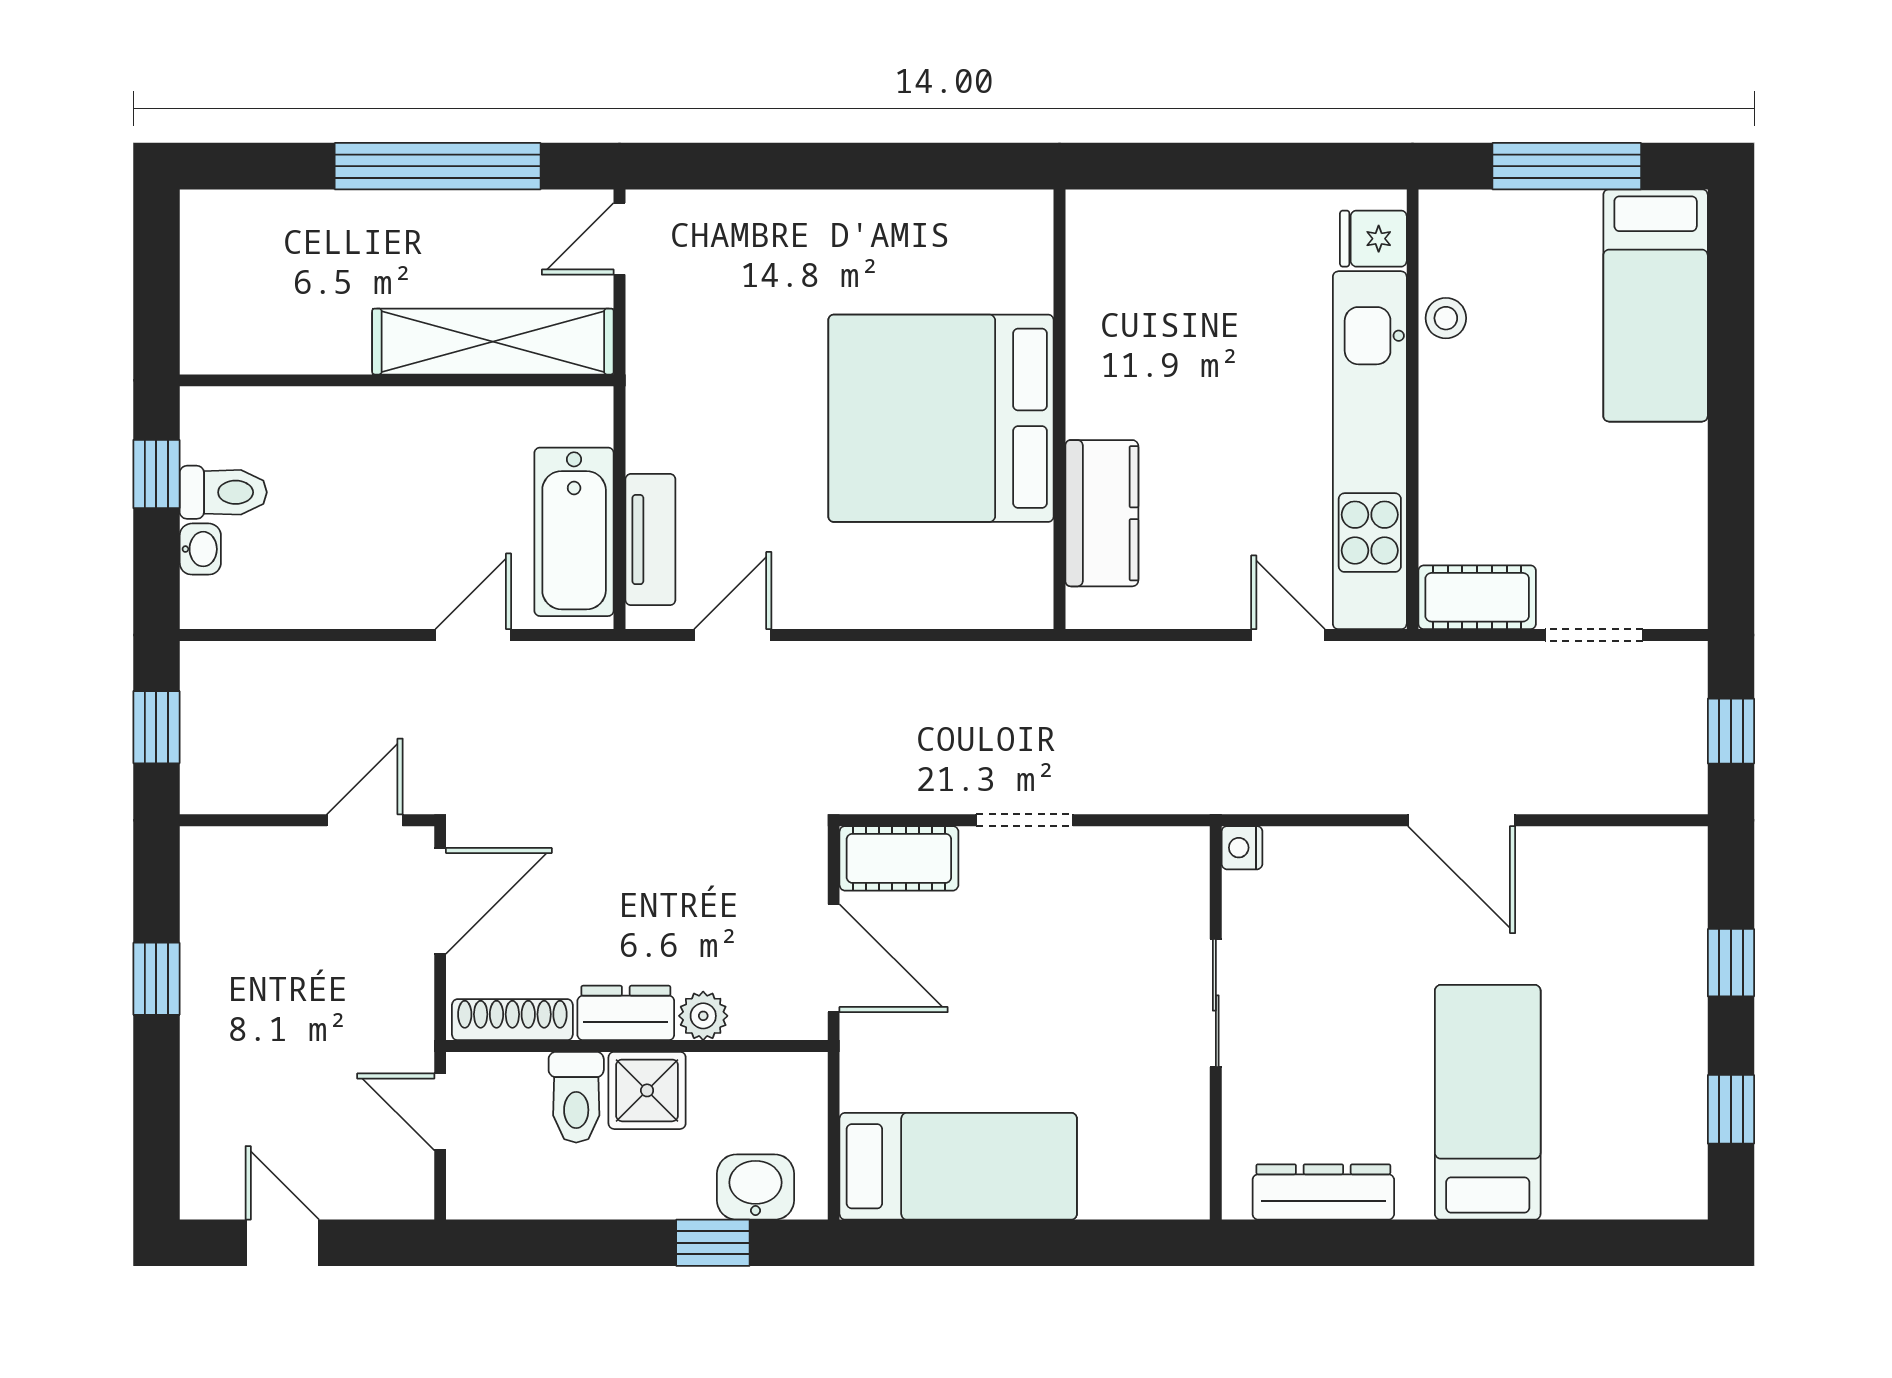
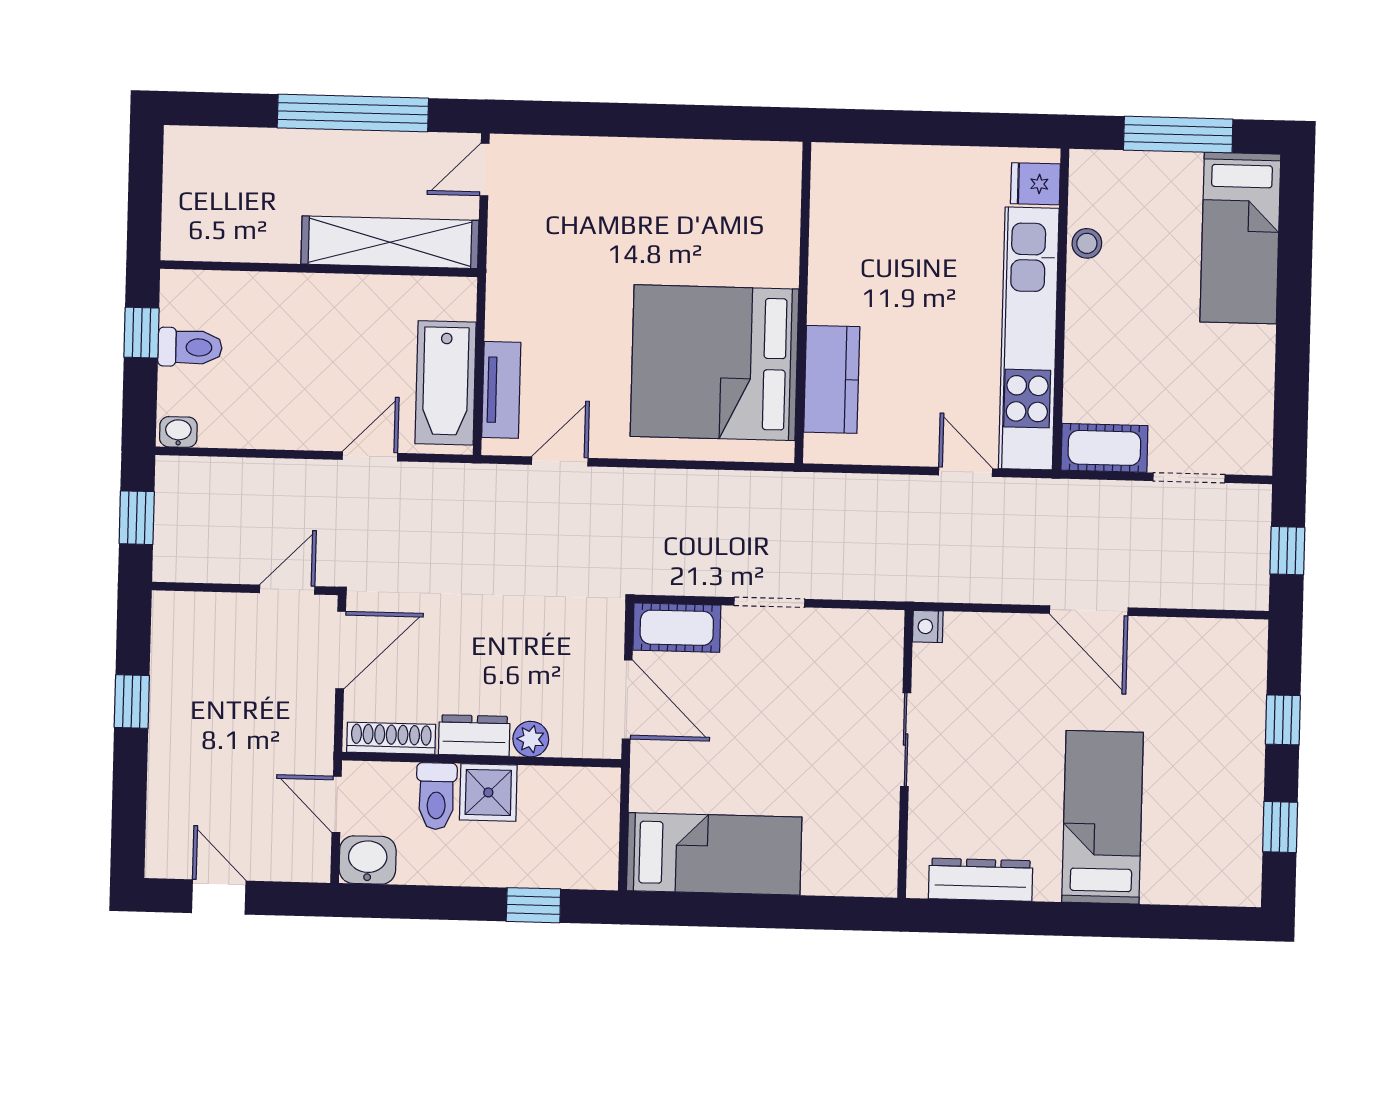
bed: (941, 418) -> (715, 363), moved
washbasin: (200, 549) -> (178, 432), moved, turned -90
washbasin: (756, 1187) -> (368, 860), moved

